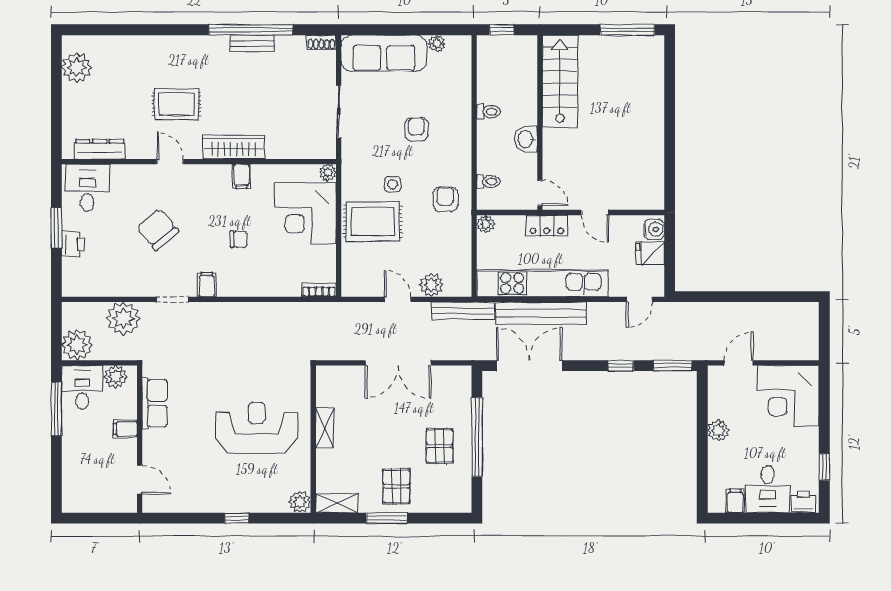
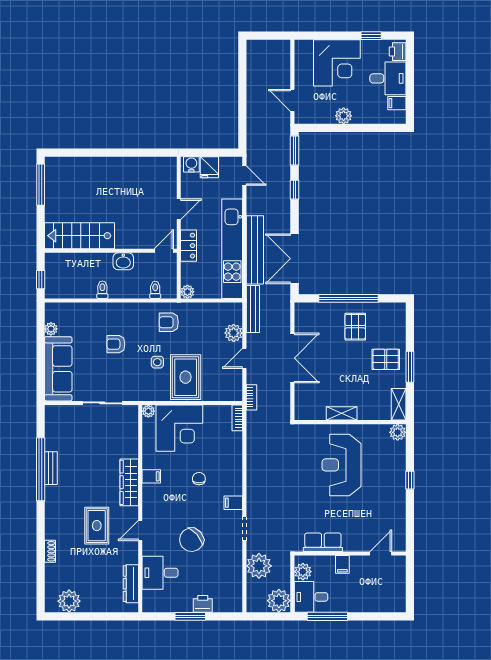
shoe rack: (321, 42) -> (50, 551), moved
desk: (87, 188) -> (160, 573), moved
bookcase: (346, 309) -> (251, 397), added
corner desk: (788, 396) -> (337, 63), moved
pallet: (439, 446) -> (355, 327), turned 90

